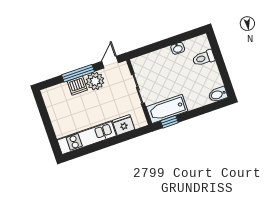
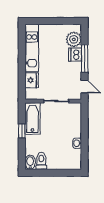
toilet: (204, 58) -> (41, 161), moved
plant: (95, 81) -> (74, 39), moved
window: (169, 122) -> (22, 131), moved

